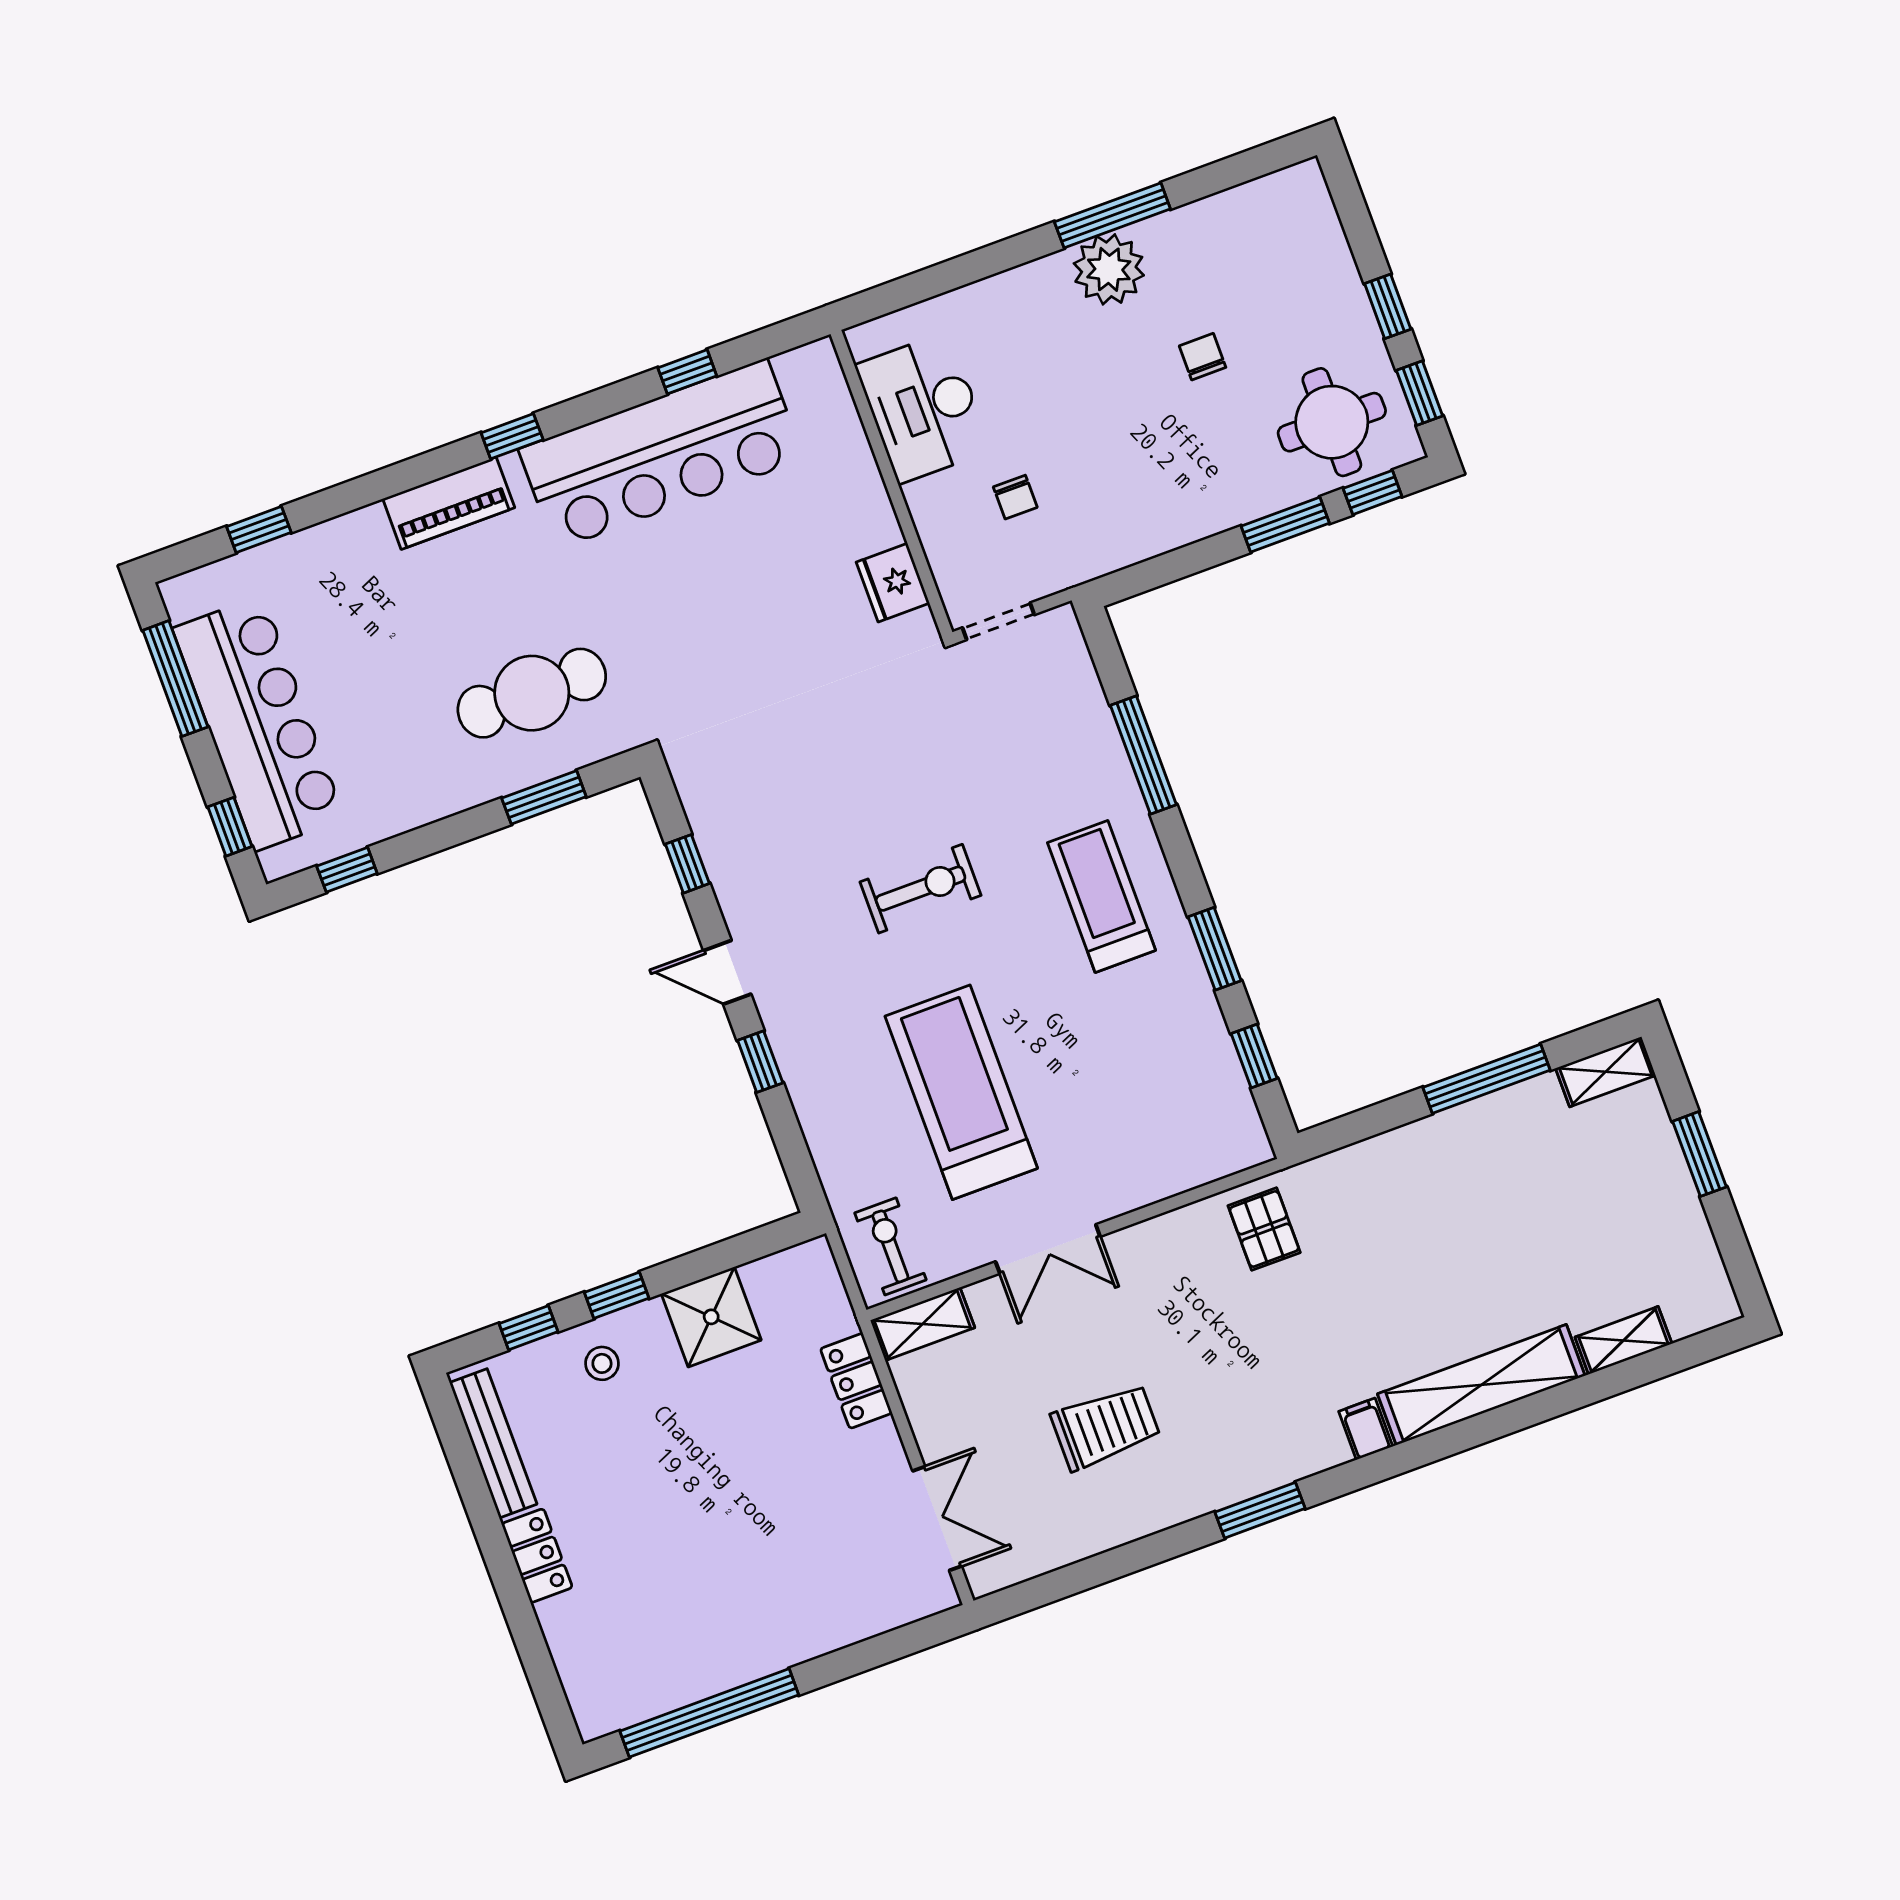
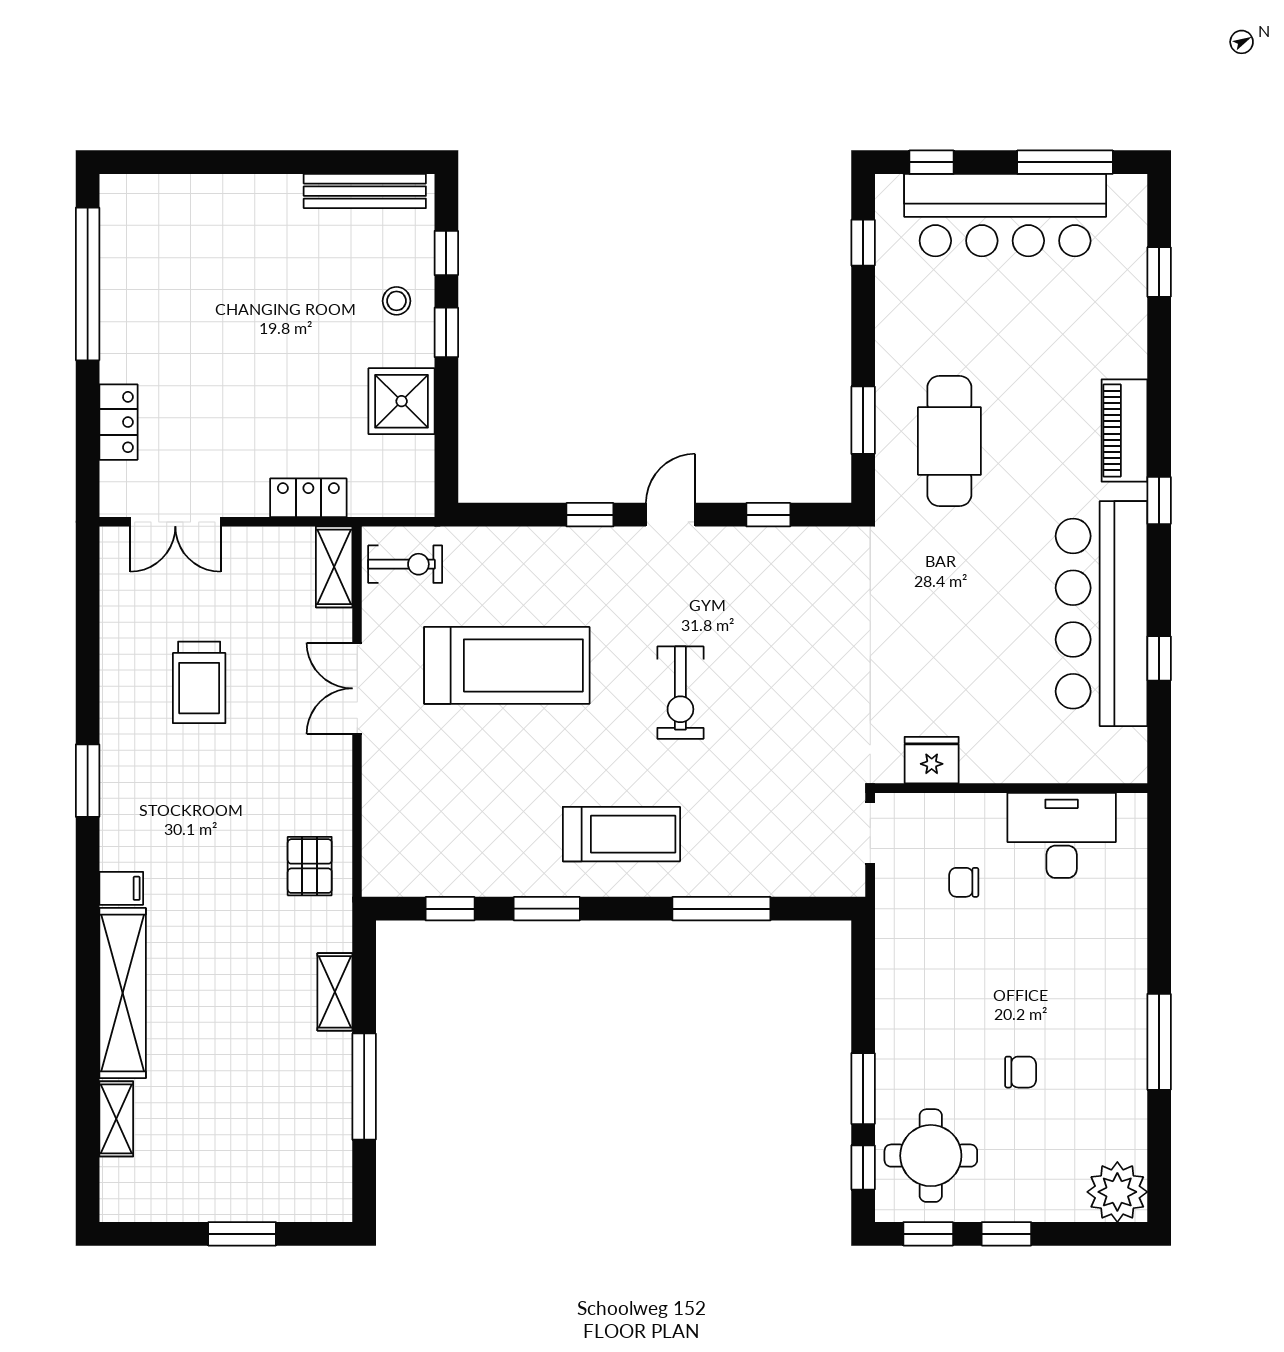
plant: (1109, 269) -> (1117, 1192), moved
shelving: (1606, 1072) -> (335, 992), moved
pallet: (1264, 1229) -> (310, 866), turned 90
locker: (537, 1556) -> (118, 422), moved, turned -90

